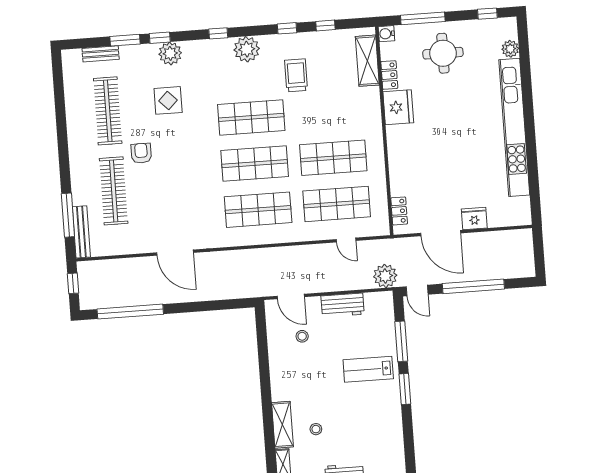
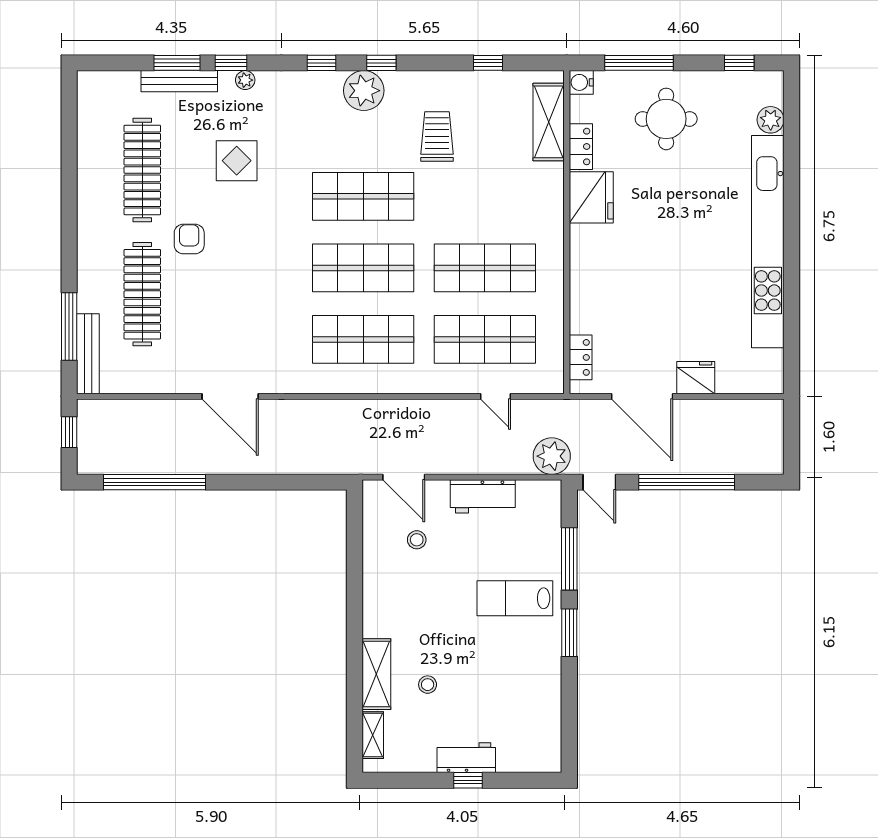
window: (287, 28) -> (381, 63), moved
plant: (170, 53) -> (245, 80), width x0.53, depth x0.53
bench: (101, 54) -> (179, 81), moved, width x1.36

